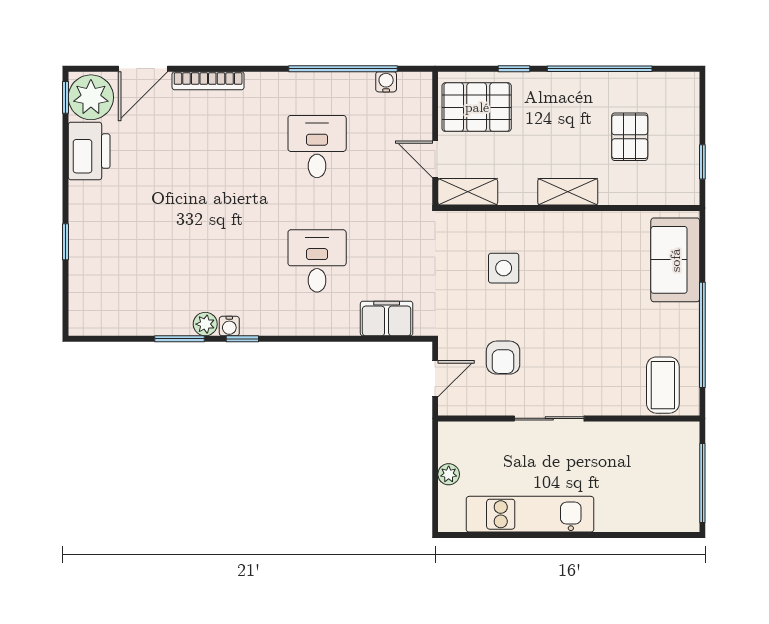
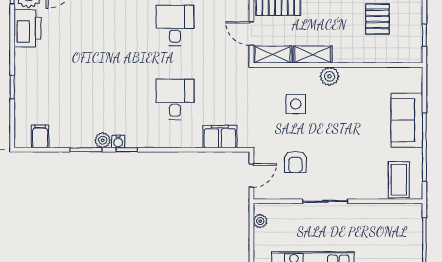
shelving: (568, 192) -> (313, 55), moved
plant: (556, 225) -> (330, 76), added
sofa: (675, 260) -> (407, 120), moved
filing cabinet: (109, 318) -> (40, 136), added
plant: (449, 474) -> (260, 221), moved

